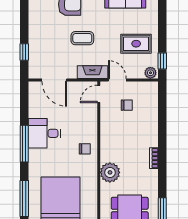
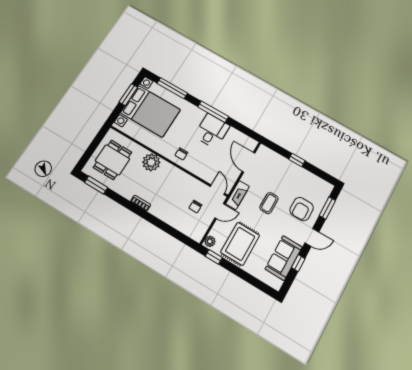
rug: (136, 44) -> (240, 244), width x1.36, depth x1.43
window: (24, 52) -> (297, 160), moved
door: (54, 80) -> (249, 162), hinge flipped

